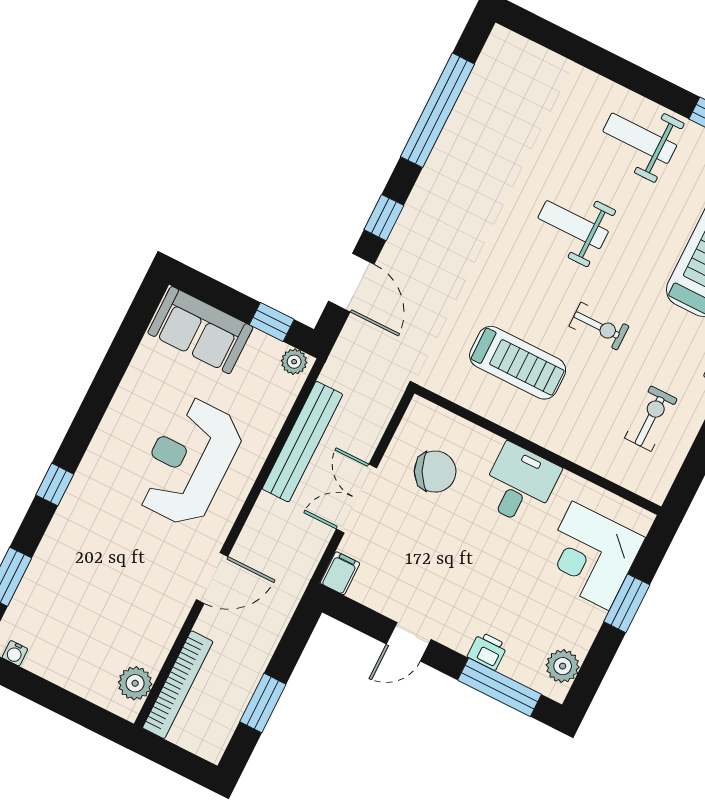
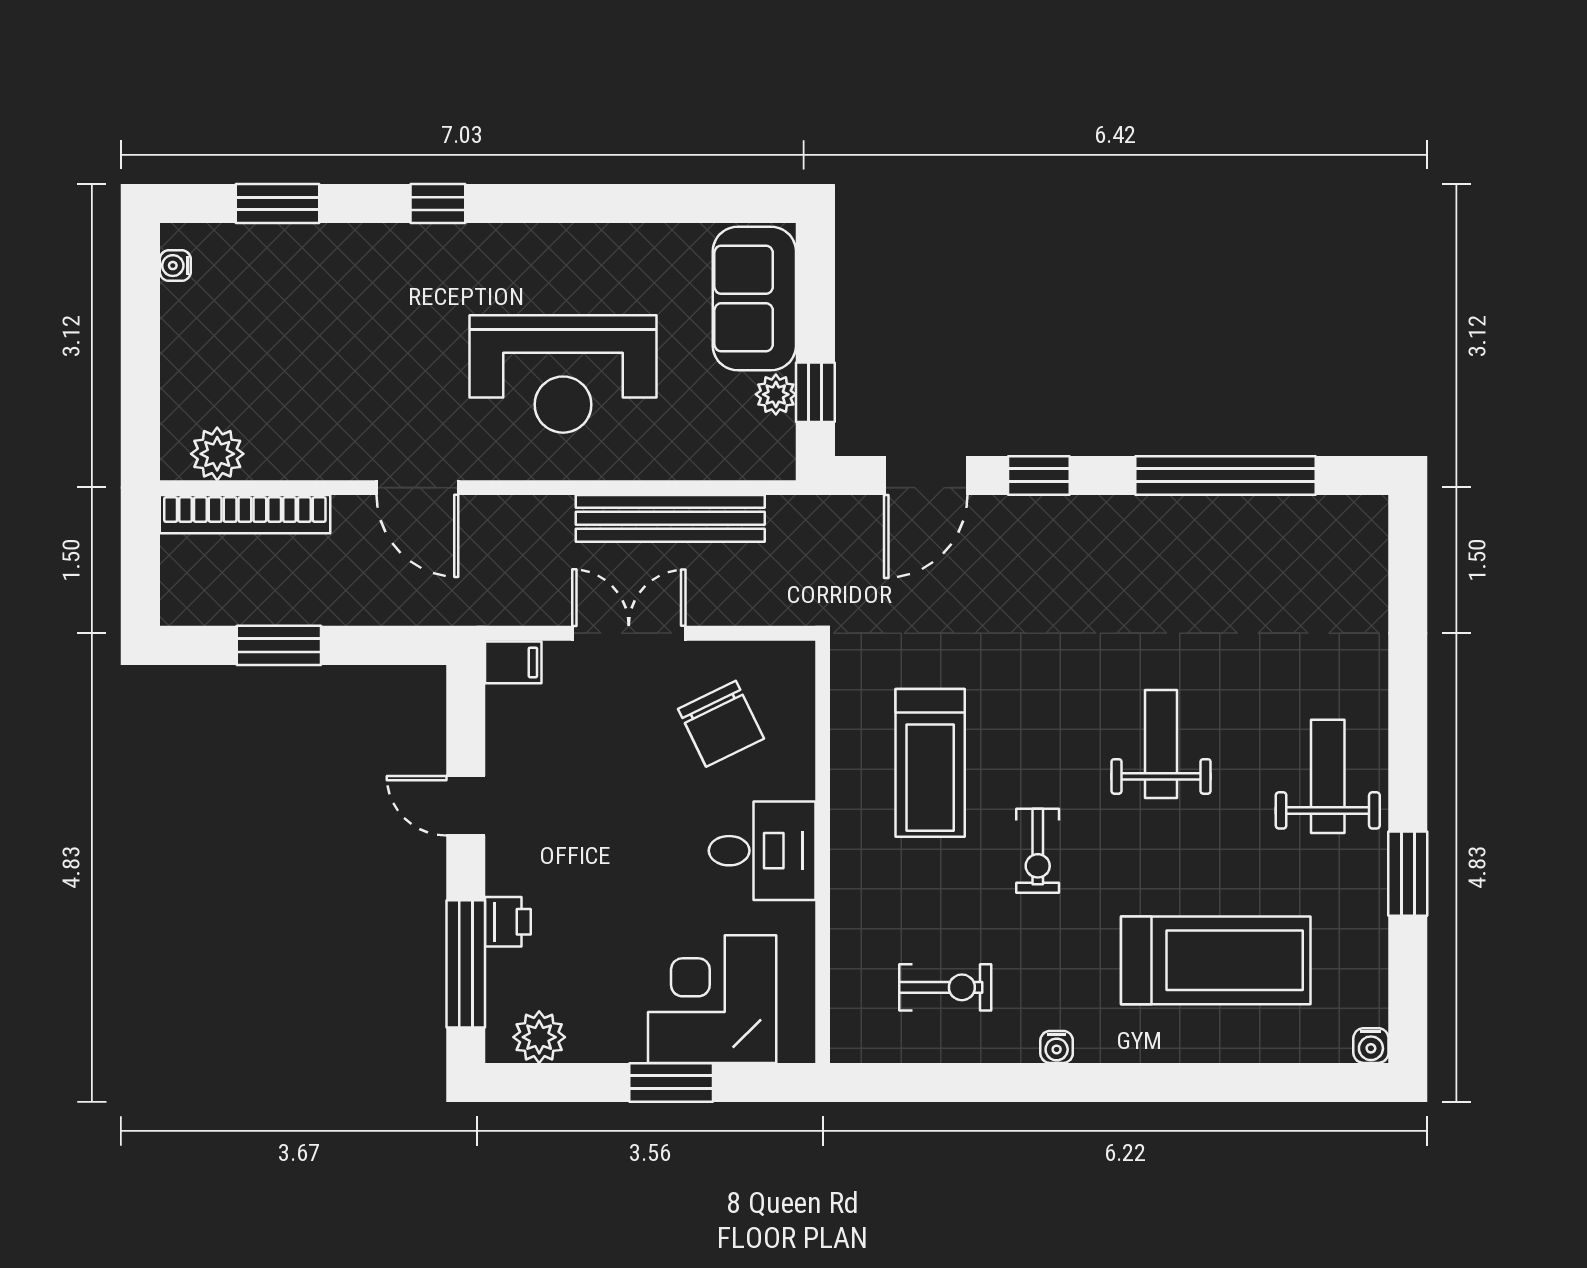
plant: (294, 362) -> (776, 394), moved
reception desk: (189, 462) -> (563, 374), turned 180

